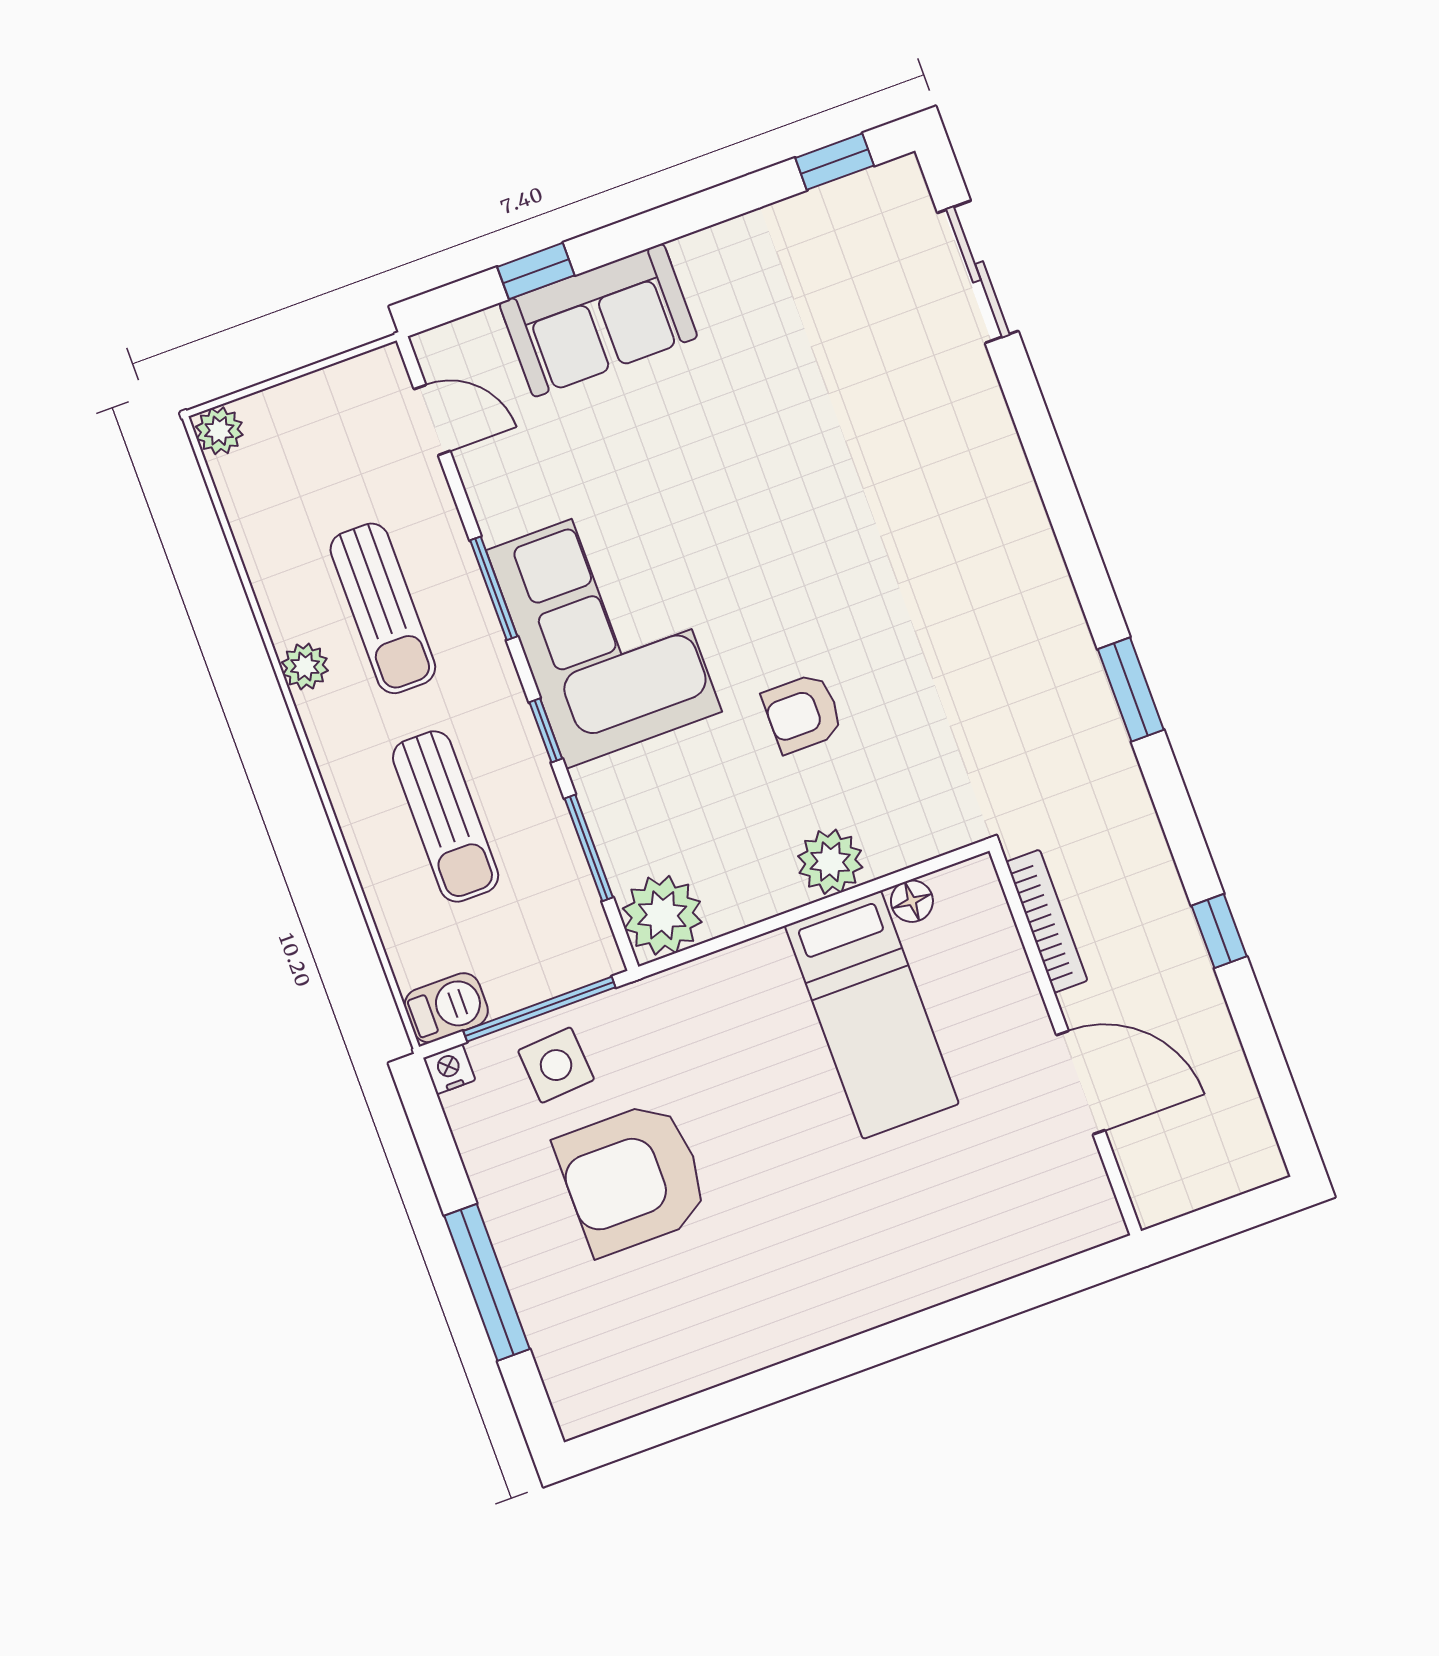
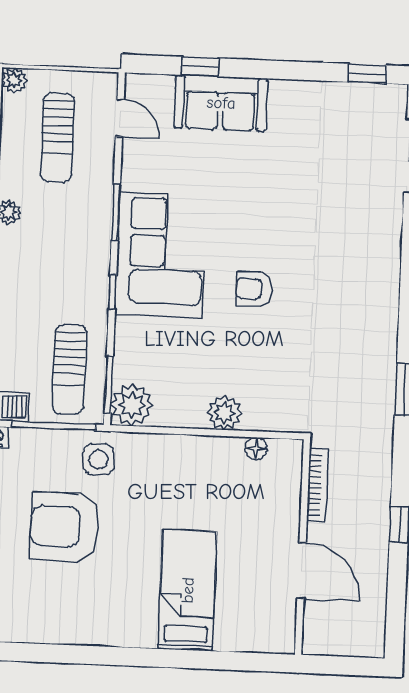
sun lounger: (383, 608) -> (58, 137), moved
armchair: (803, 713) -> (254, 289), moved
sun lounger: (446, 816) -> (69, 369), moved
window: (589, 848) -> (109, 385), moved
bed: (872, 1015) -> (188, 590), moved, turned 180
side table: (556, 1065) -> (99, 459), moved

